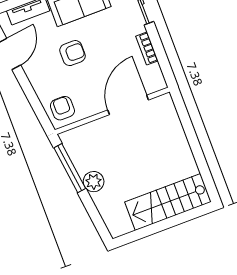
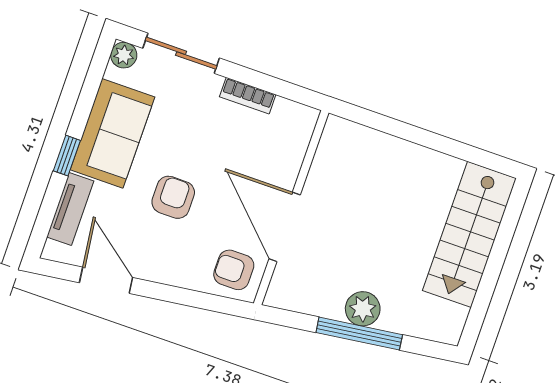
door: (128, 105) -> (285, 227), moved
window: (70, 168) -> (359, 334), moved

